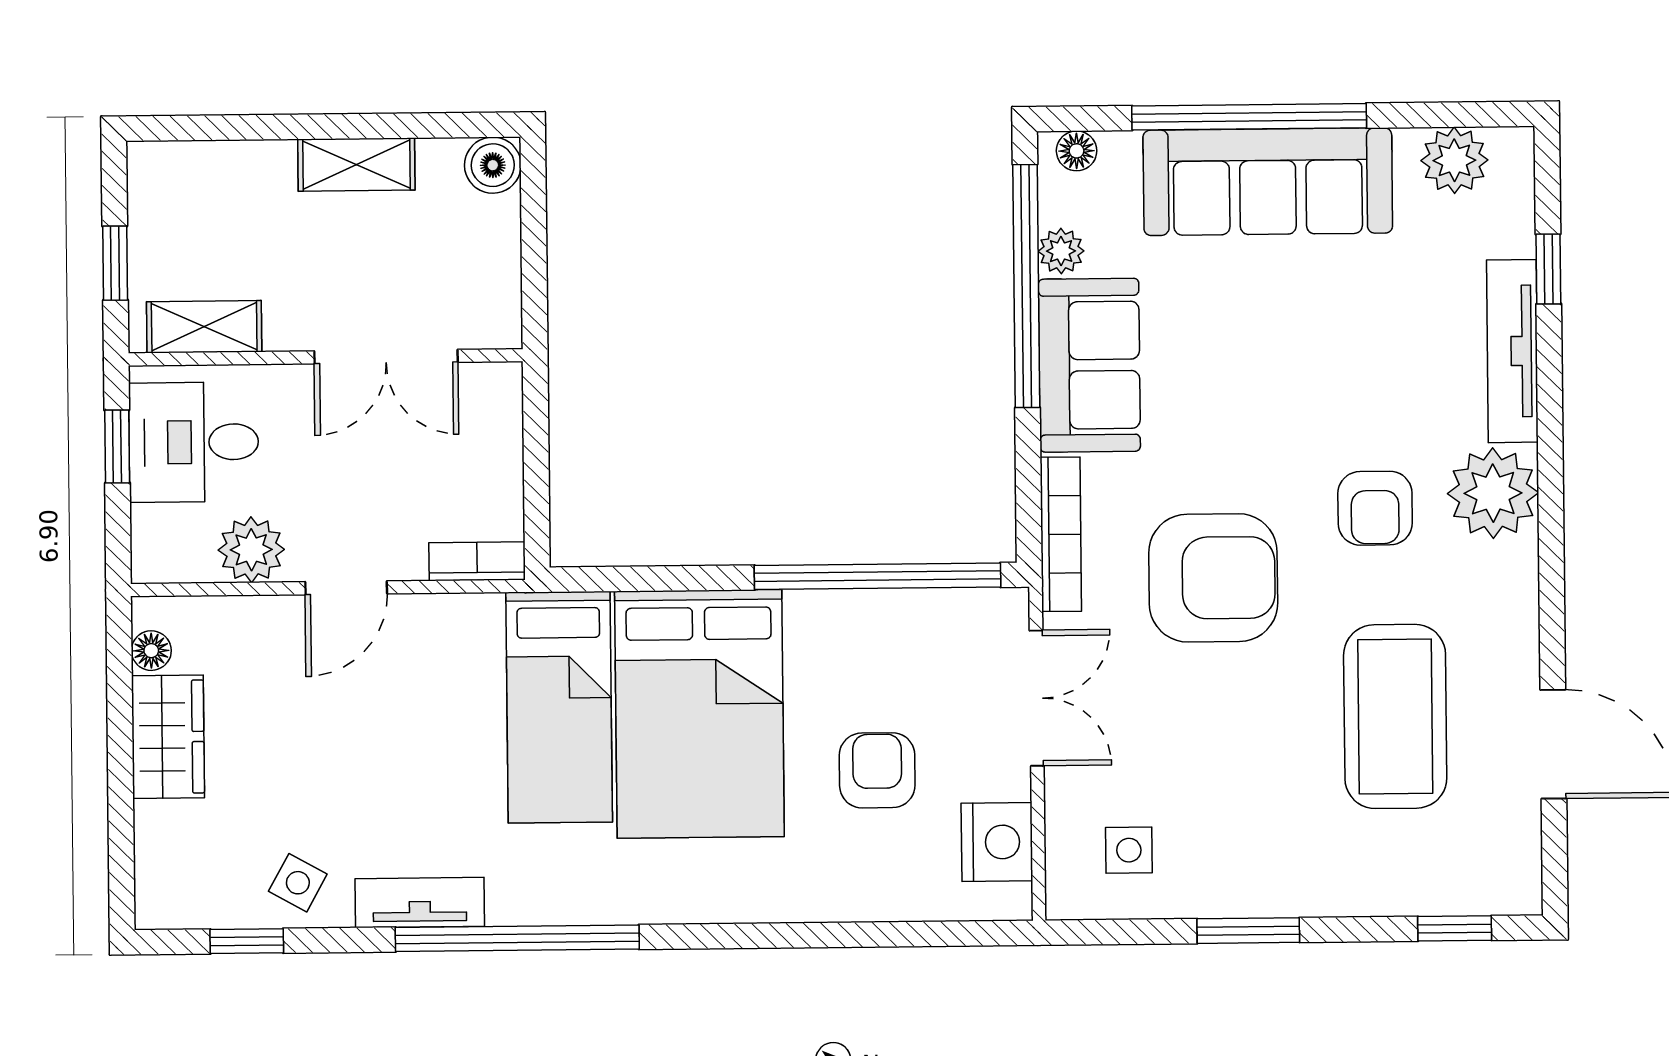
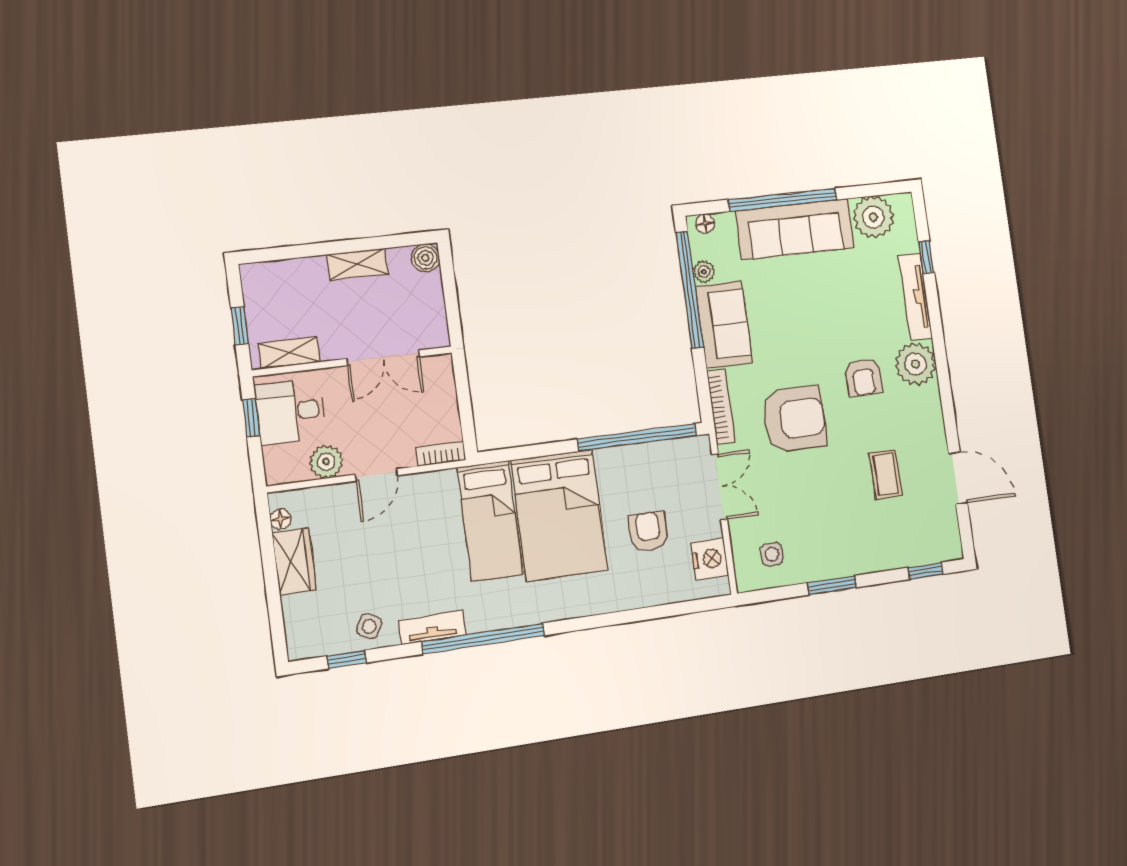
plant: (1454, 160) -> (873, 217), width x1.36, depth x1.36
coffee table: (1395, 716) -> (886, 474), width x0.54, depth x0.58

